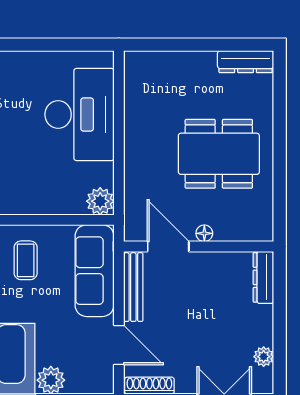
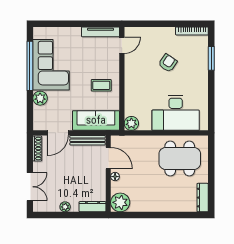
dining table: (219, 154) -> (180, 158), moved, turned 90
plant: (255, 223) -> (120, 202), added
door: (168, 246) -> (108, 158), hinge flipped
plant: (264, 357) -> (65, 207), moved

